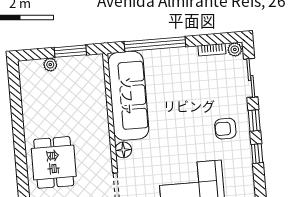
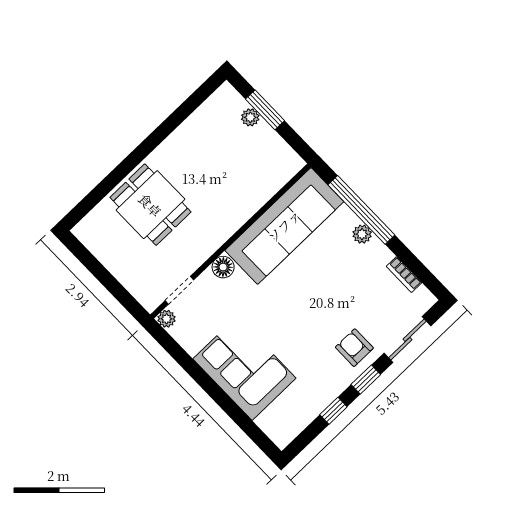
plant: (235, 49) -> (362, 234), moved
window: (70, 51) -> (265, 110), moved
armchair: (225, 129) -> (354, 348), moved
dining table: (54, 162) -> (150, 205), turned 90

